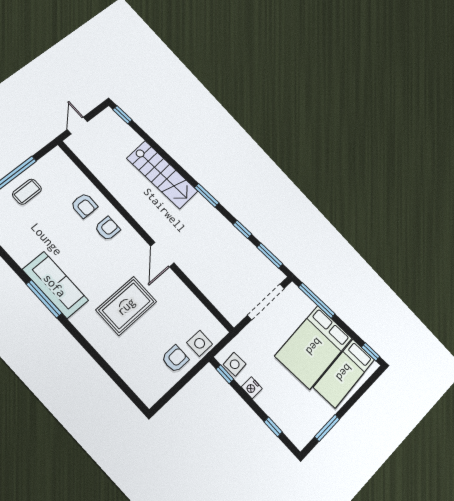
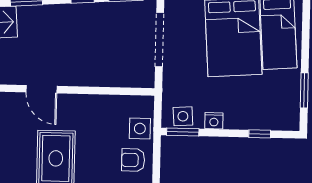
armchair: (175, 359) -> (133, 160), turned -90
window: (225, 374) -> (183, 132), width x1.50

